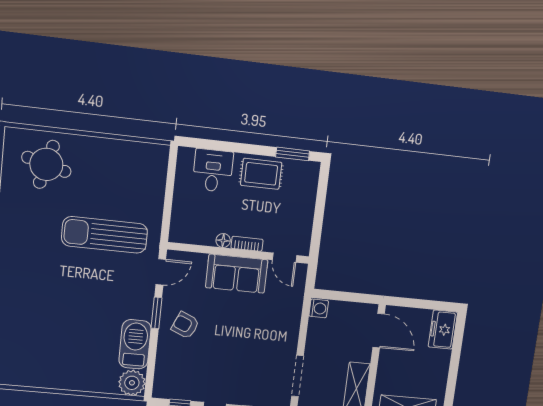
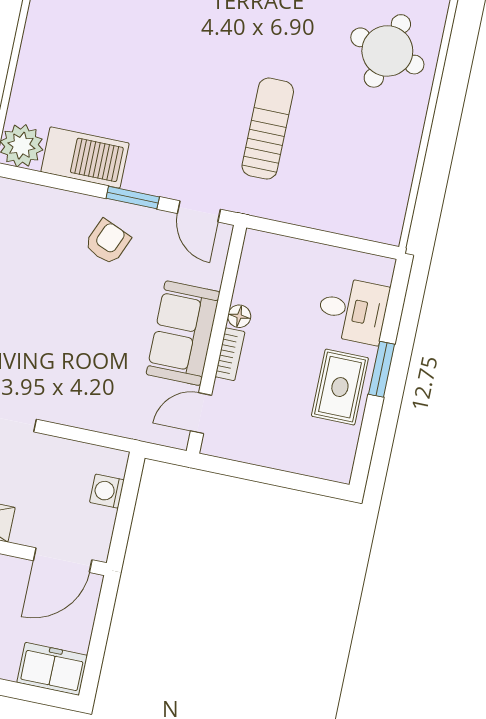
window: (293, 154) -> (382, 369), moved
sun lounger: (105, 235) -> (268, 129), width x0.73, depth x0.75
washing machine: (319, 308) -> (107, 491), moved, turned 90

